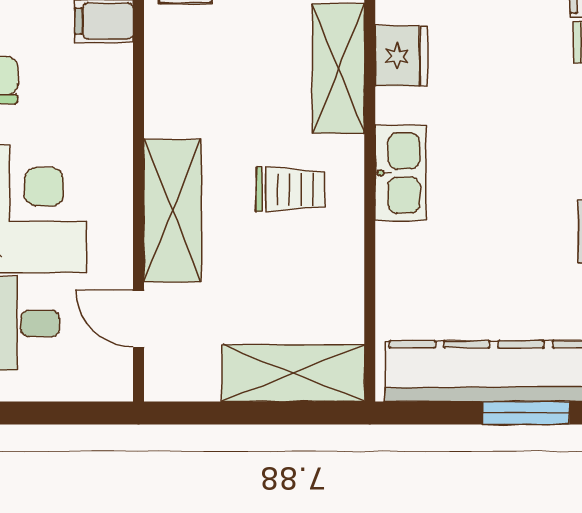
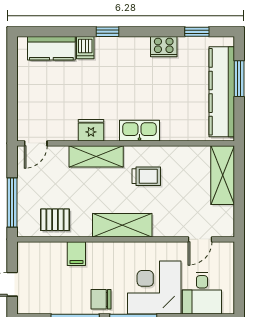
trolley: (291, 189) -> (146, 176), turned 90
shelving: (172, 211) -> (122, 225), moved

